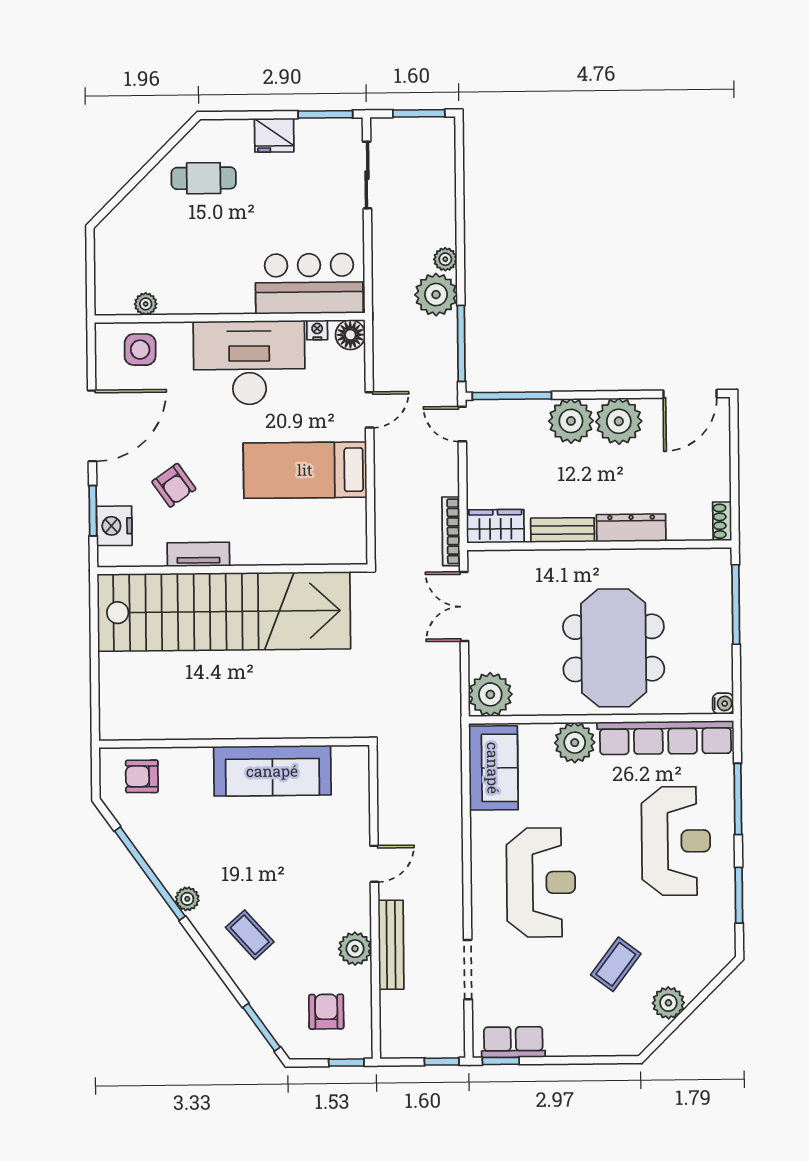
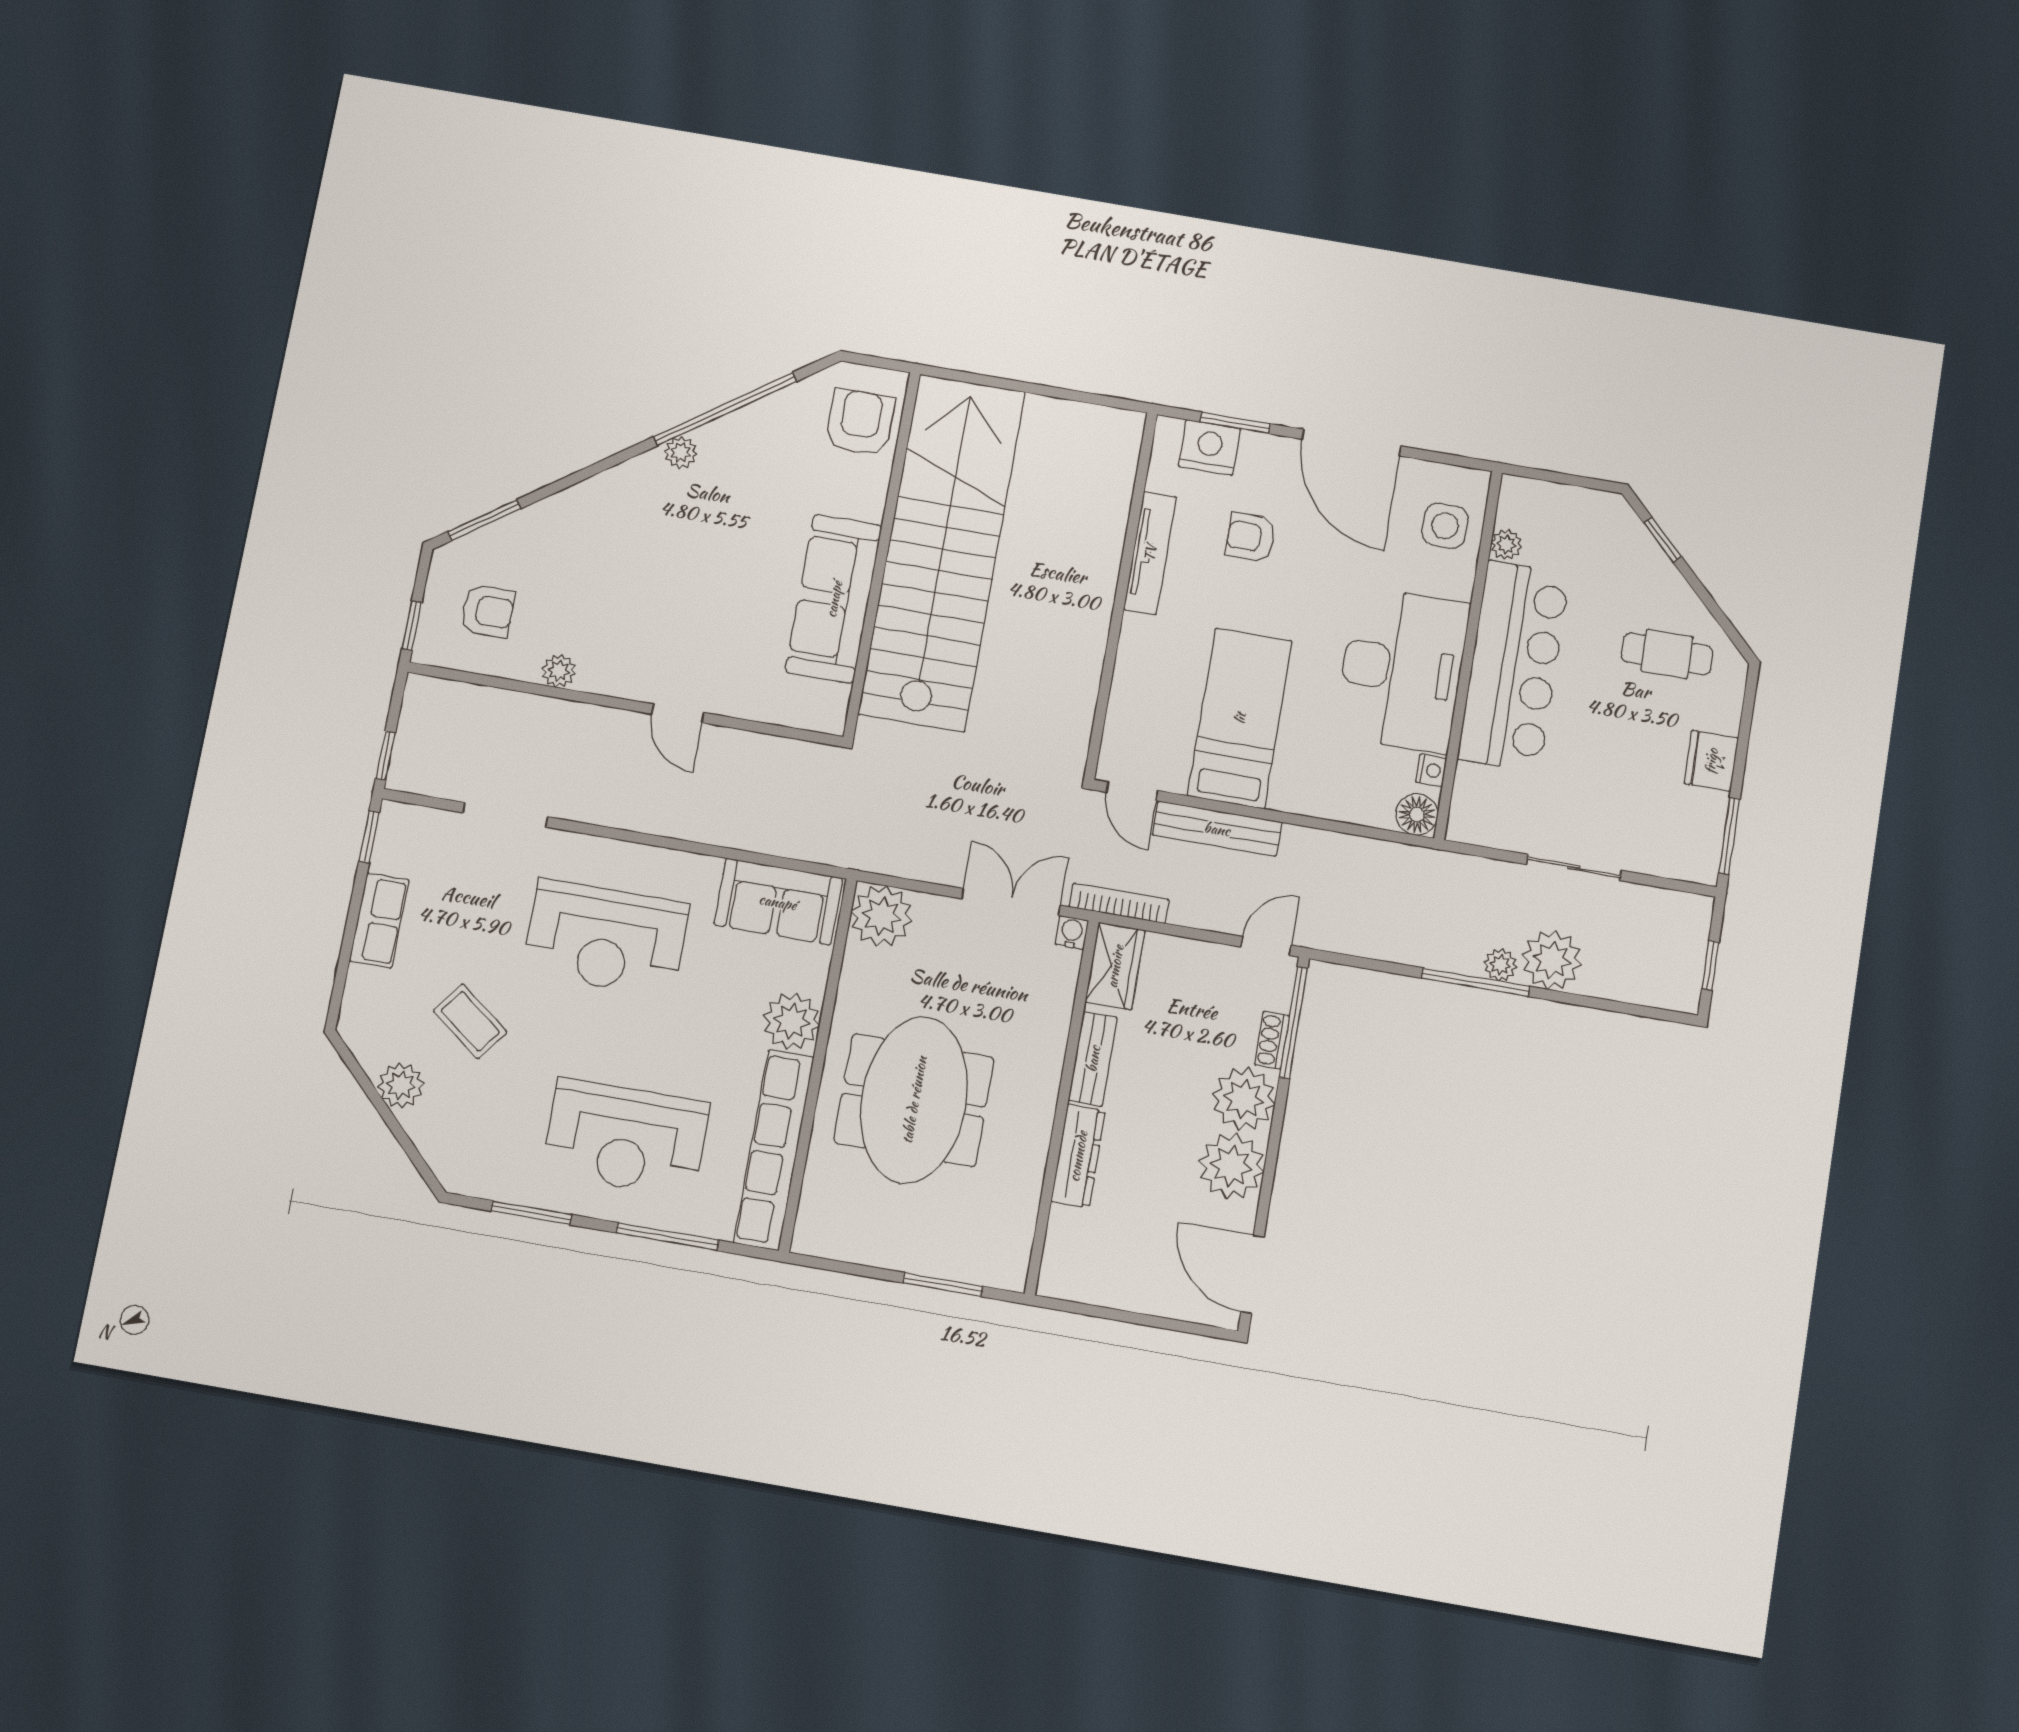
window: (419, 113) -> (1710, 965), width x0.67
sliding door: (367, 175) -> (1574, 867), moved
cafe table: (204, 178) -> (1667, 654), turned 90
window: (122, 194) -> (1663, 540), added
bar counter: (309, 284) -> (1514, 666), moved, width x1.36
plant: (436, 295) -> (1552, 960), moved
window: (461, 343) -> (1476, 982), moved
door: (369, 410) -> (1132, 791), moved
armchair: (174, 485) -> (1251, 537), turned 35
shoe rack: (722, 521) -> (1272, 1040), moved, turned -90
tv unit: (198, 554) -> (1150, 553), width x1.41
window: (736, 605) -> (943, 1285), width x0.69
stairs: (224, 611) -> (942, 552), moved, turned 180
meeting table: (614, 648) -> (914, 1100), turned 90
water cooler: (723, 704) -> (1072, 932), moved, turned 180
armchair: (142, 776) -> (860, 422), width x1.38, depth x1.38
coffee table: (250, 935) -> (615, 527), removed
bench: (391, 945) -> (1217, 829), moved
plant: (355, 949) -> (559, 671), width x0.73, depth x0.73
row of seats: (513, 1042) -> (379, 920), moved

